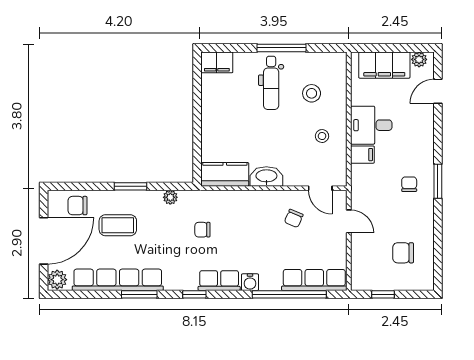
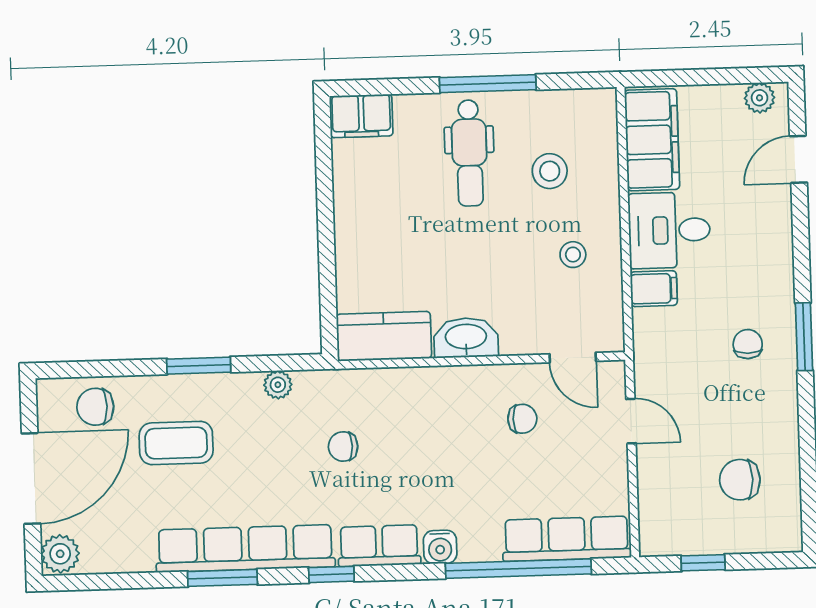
filing cabinet: (384, 65) -> (652, 140), moved, turned -90
chair: (294, 218) -> (522, 419), turned -113
row of seats: (118, 280) -> (245, 548), moved

